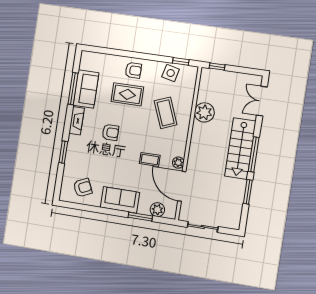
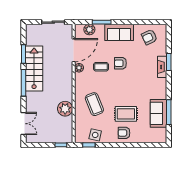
fireplace: (77, 121) -> (162, 67), moved
armchair: (110, 132) -> (120, 63), moved
stairs: (240, 149) -> (34, 69), moved
door: (182, 186) -> (74, 50), hinge flipped

